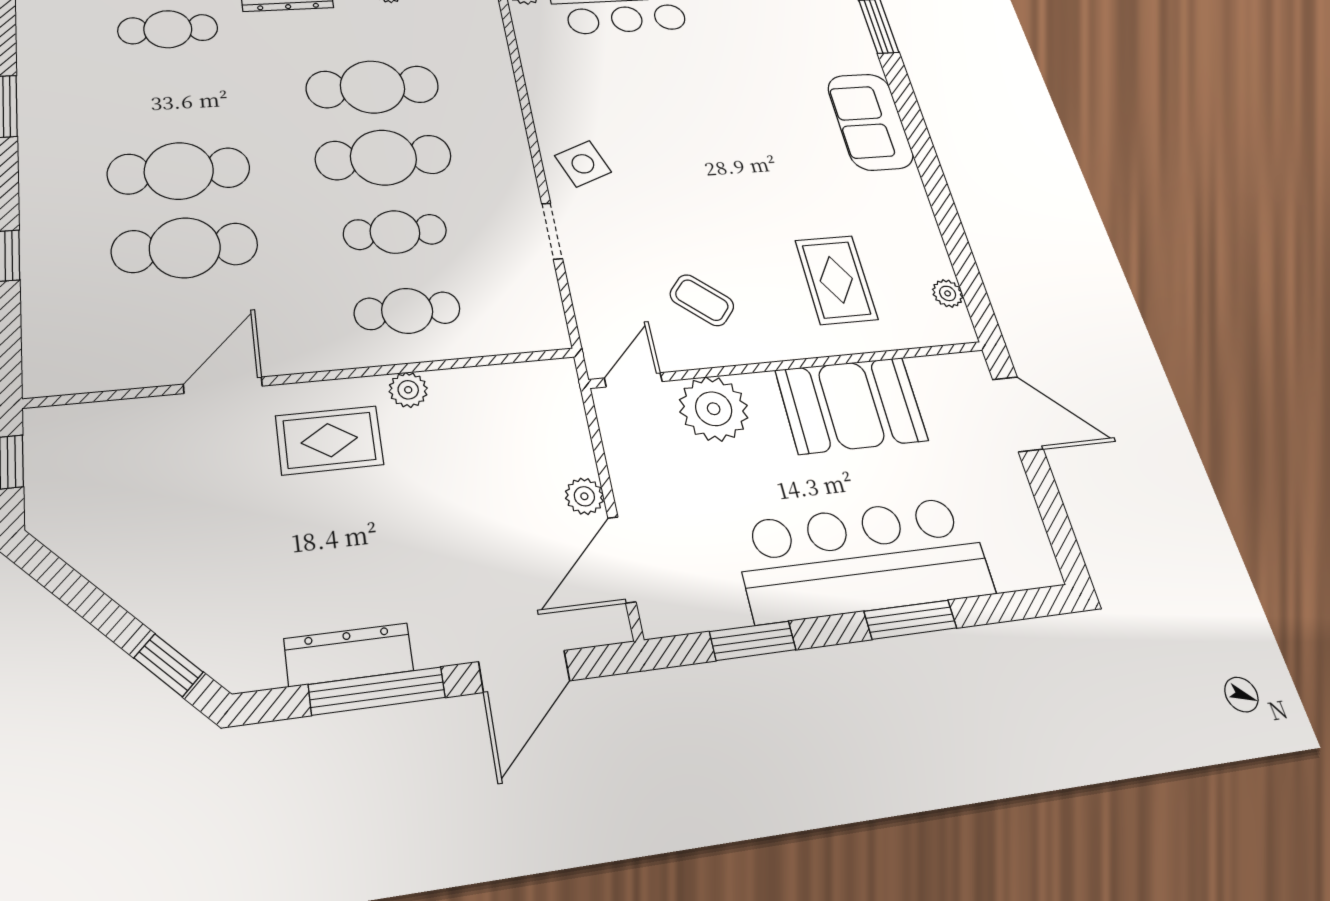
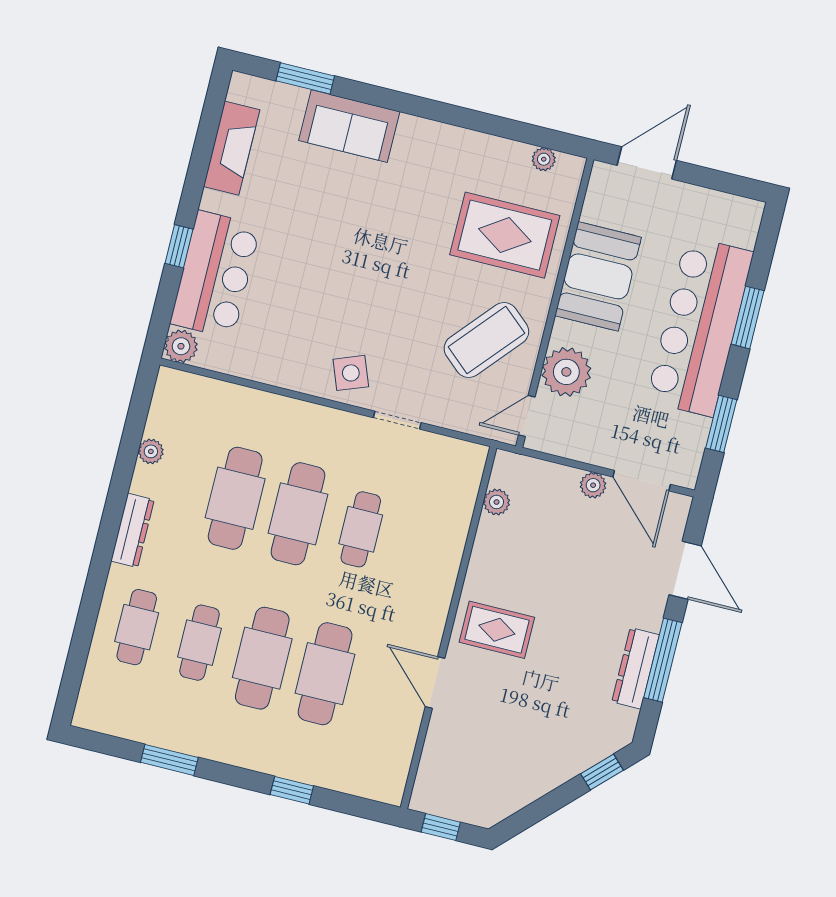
sofa: (870, 122) -> (349, 126), moved
rug: (836, 280) -> (505, 235), width x1.36, depth x1.43
coffee table: (702, 300) -> (486, 340), width x1.86, depth x1.72
cafe table: (407, 311) -> (199, 643), moved
door: (633, 380) -> (527, 416), hinge flipped
plant: (408, 390) -> (497, 502), moved
rug: (329, 440) -> (497, 630), turned 90

